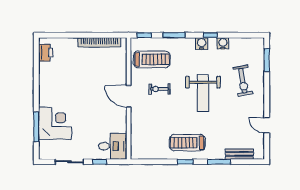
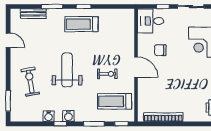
chair: (102, 115) -> (160, 50), added
treadmill: (187, 143) -> (81, 24), turned 180

